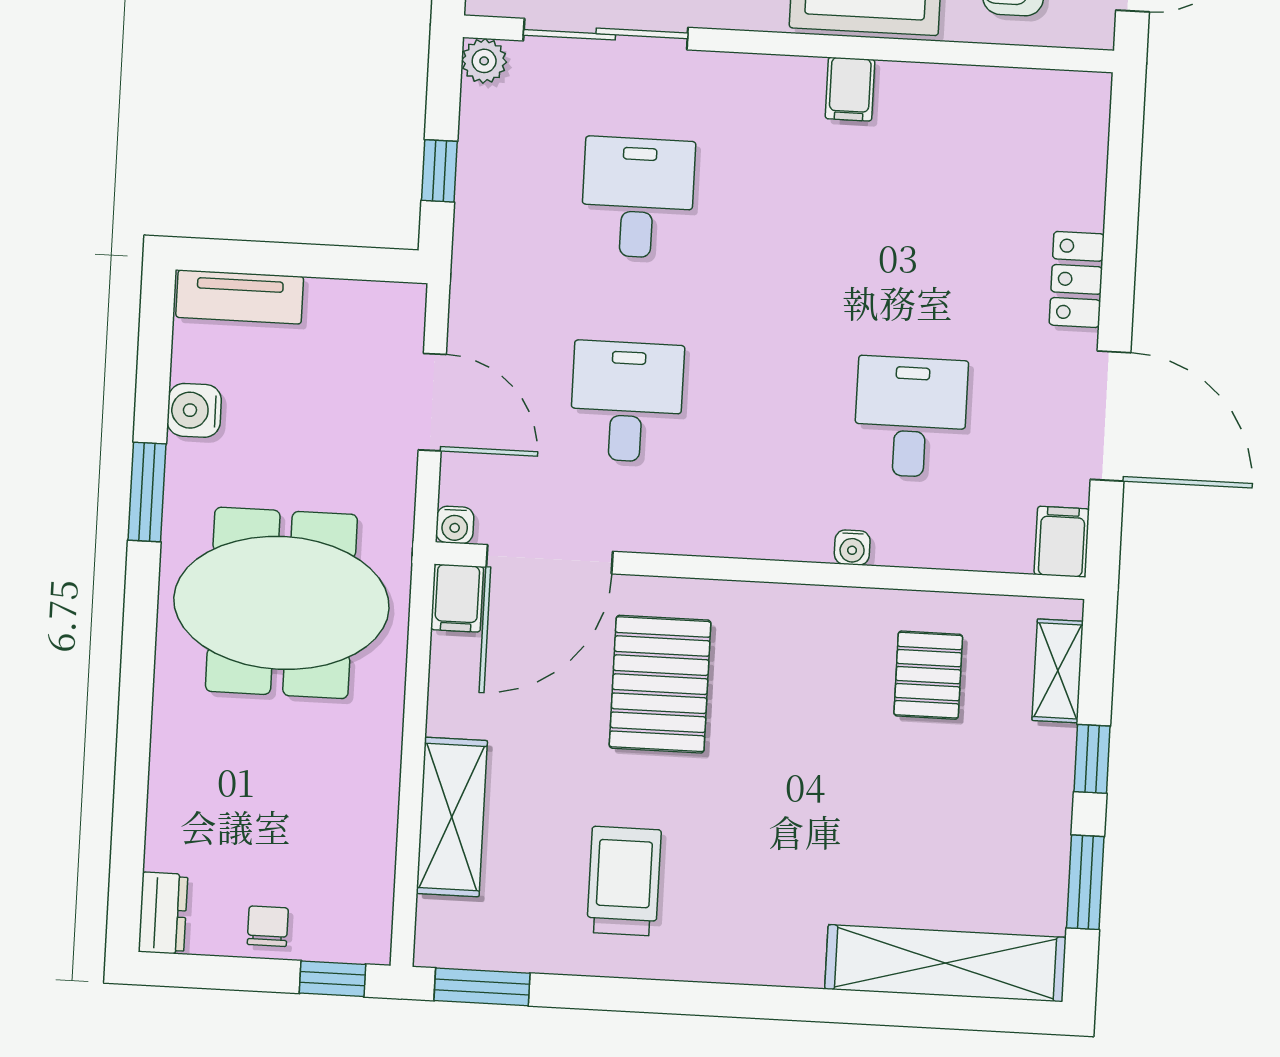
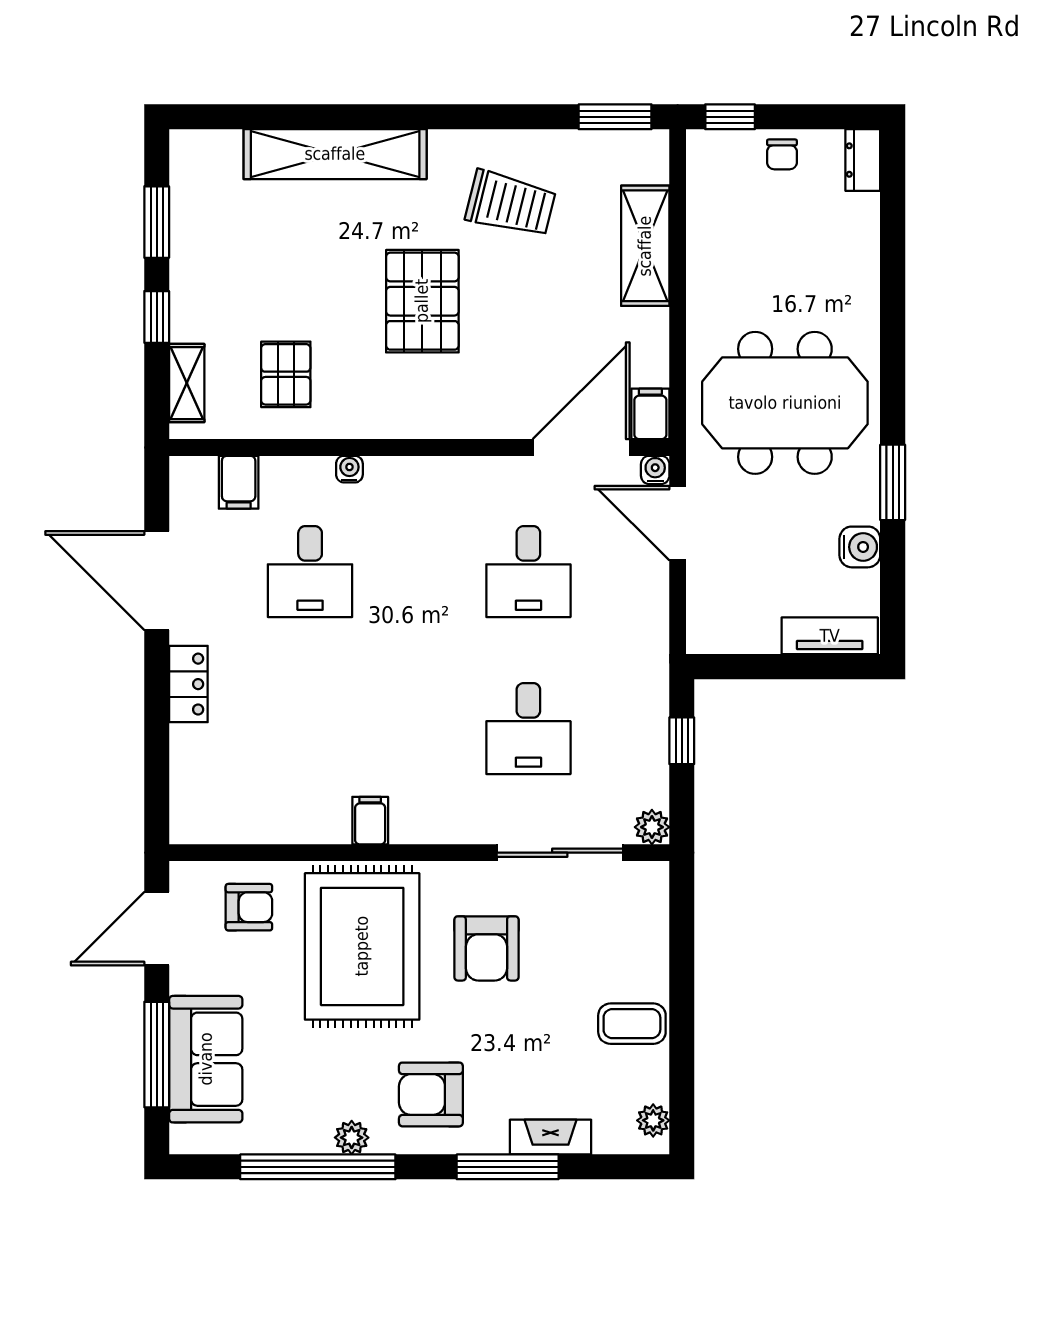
door: (432, 402) -> (678, 523), moved
filing cabinet: (1062, 542) -> (239, 482), moved
pallet: (660, 684) -> (422, 301), moved
trolley: (624, 881) -> (511, 204), turned -76
shelving: (945, 963) -> (335, 154), moved

